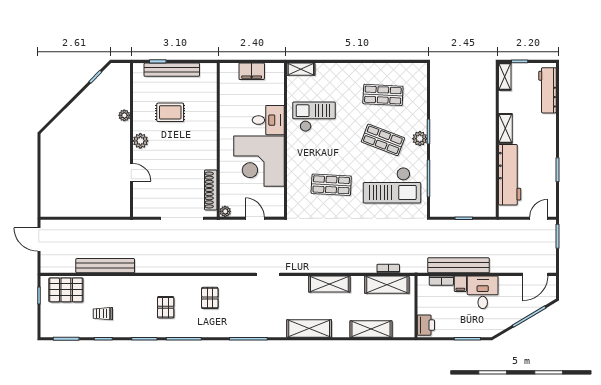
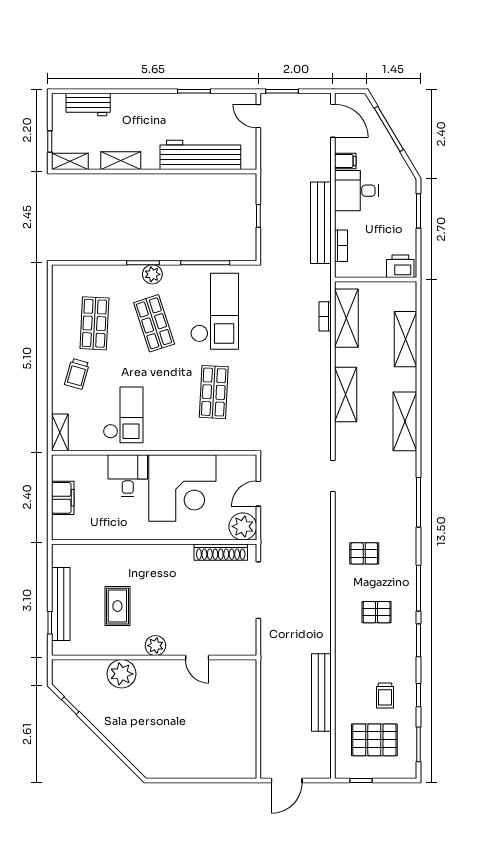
trolley: (345, 82) -> (77, 374), added
workbench: (547, 90) -> (88, 105), width x0.73
plant: (124, 115) -> (122, 674), width x1.87, depth x1.87
checkout: (314, 117) -> (123, 415), turned 180
shelving: (505, 128) -> (121, 161), moved
shop shelf: (383, 140) -> (154, 323), turned -39
door: (131, 172) -> (197, 658), swing flipped
plant: (225, 211) -> (243, 526), width x1.87, depth x1.87
filing cabinet: (460, 284) -> (345, 161), moved
pallet: (66, 290) -> (374, 740), moved, turned 90

